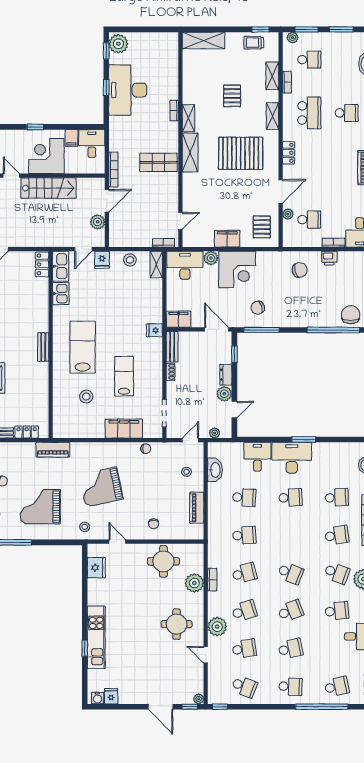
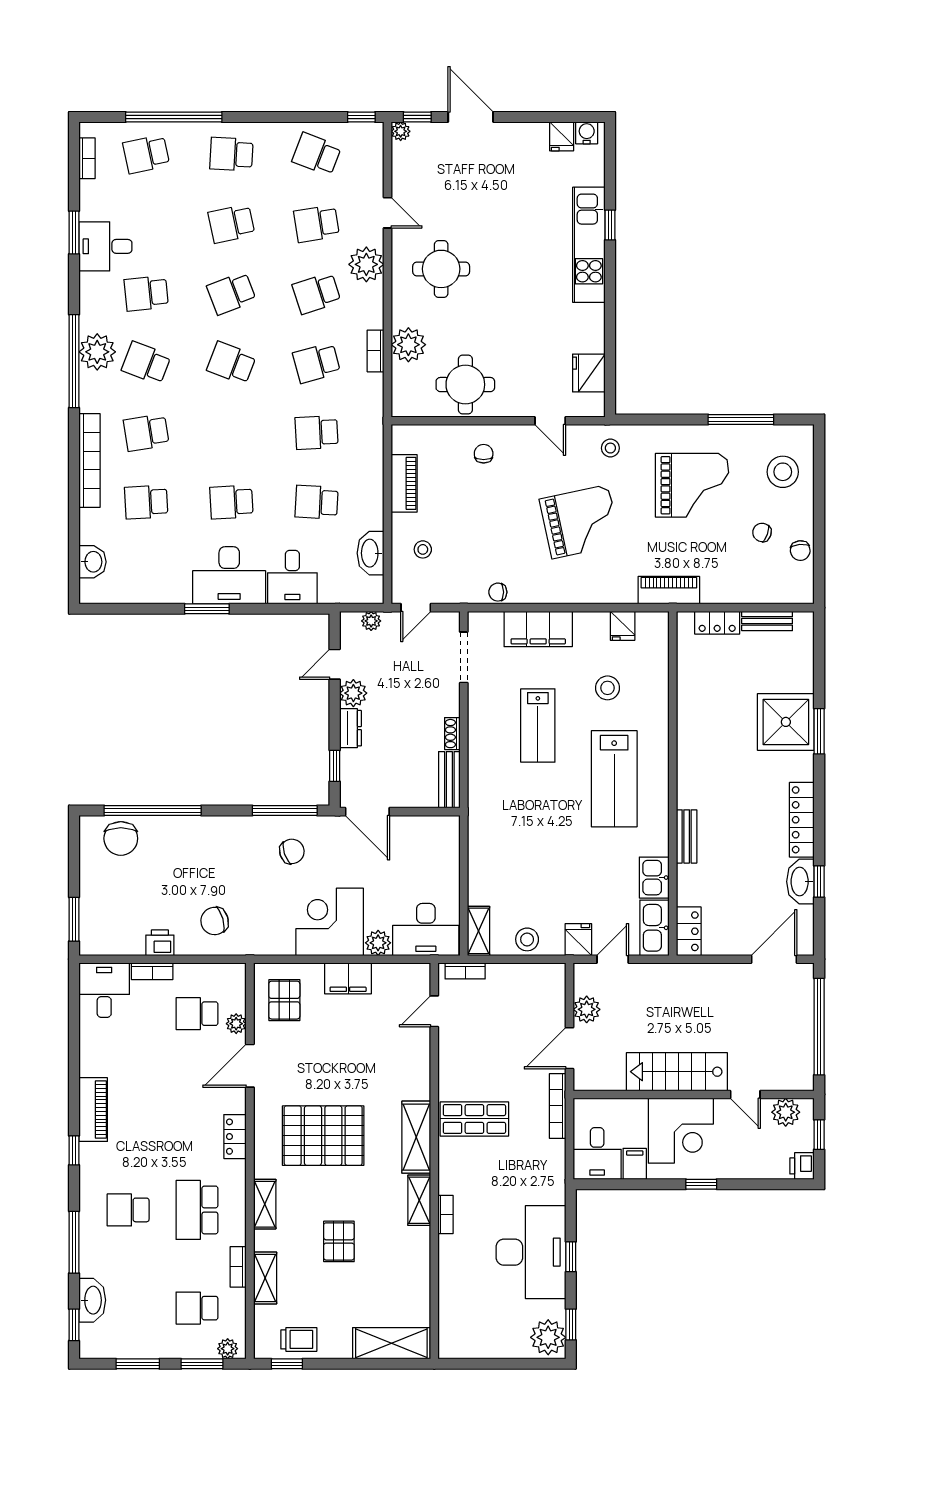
filing cabinet: (179, 319) -> (438, 830), removed
fridge: (154, 330) -> (623, 626), moved, turned 90
bench: (43, 347) -> (687, 836), moved

